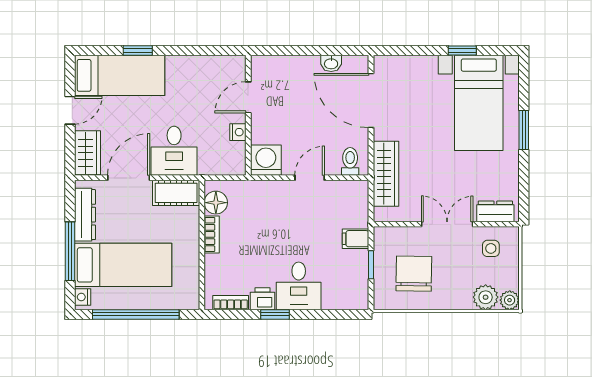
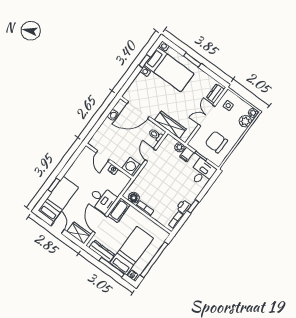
plant: (359, 217) -> (179, 147), added
desk: (299, 286) -> (202, 172), moved, turned -90

